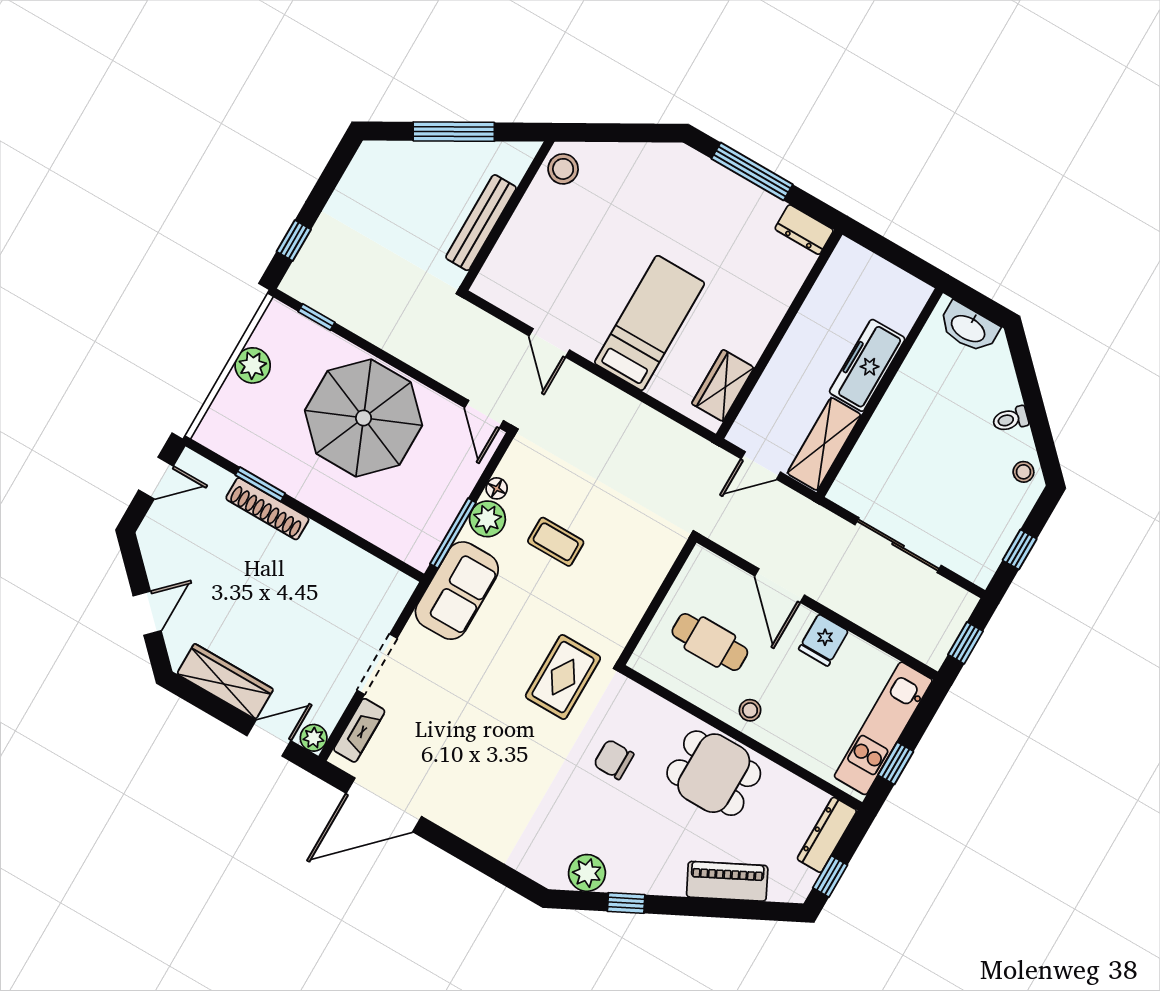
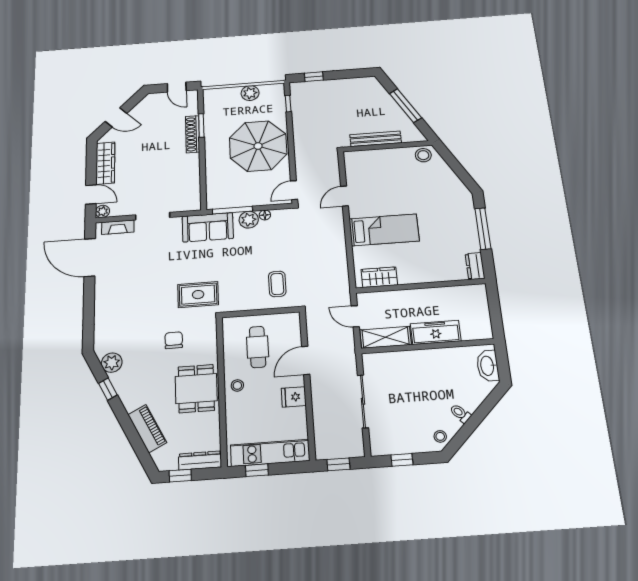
coffee table: (556, 542) -> (277, 284), moved

